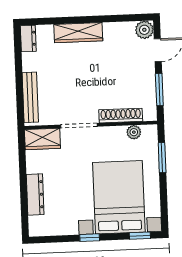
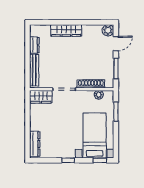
dresser: (28, 38) -> (34, 45), moved
dresser: (35, 194) -> (35, 144), moved
bed with nightstands: (119, 197) -> (95, 135), width x0.73

